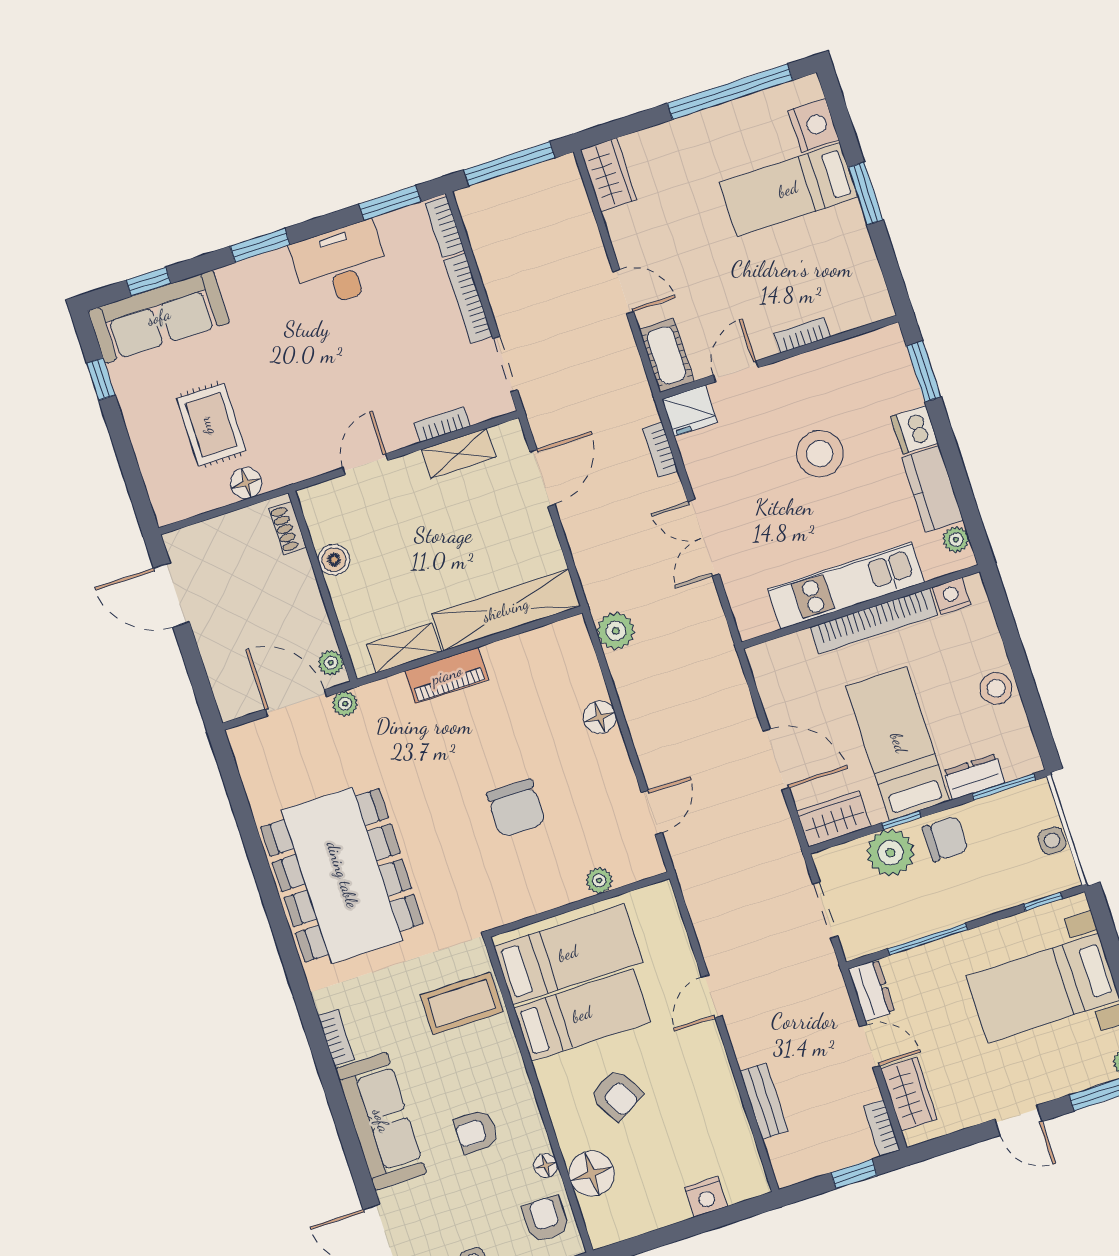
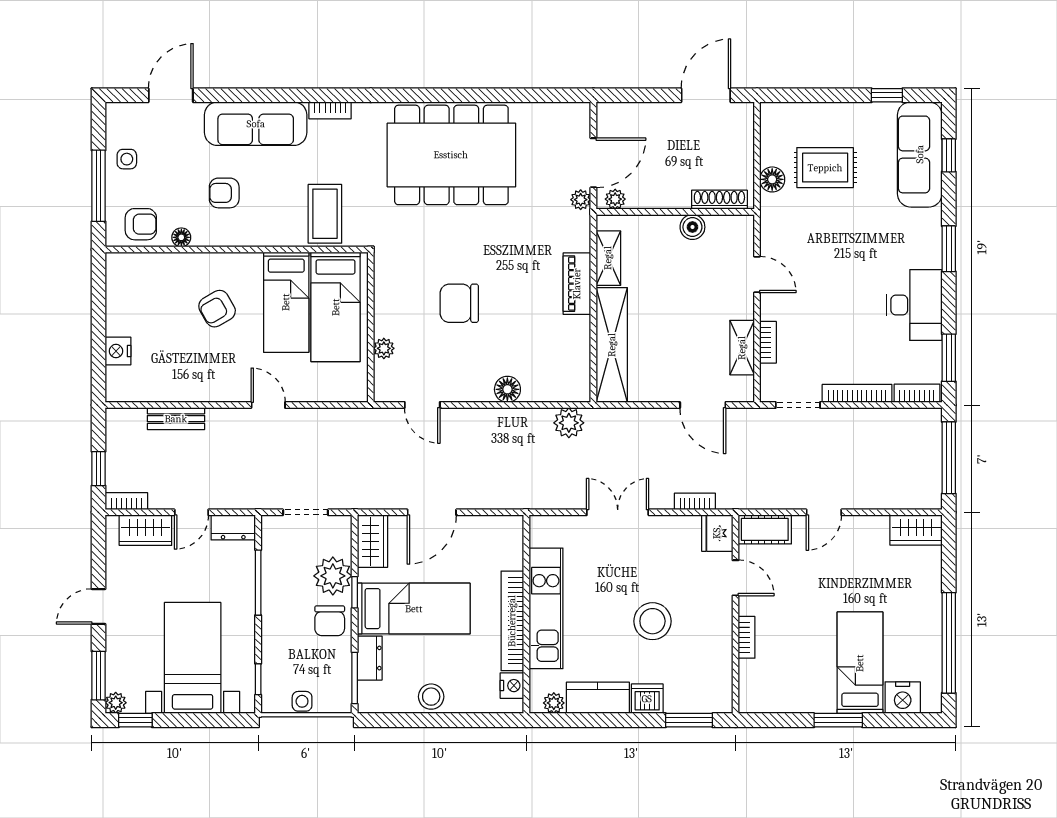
shoe rack: (288, 528) -> (719, 200), width x1.43
armchair: (476, 1132) -> (224, 193), turned -90
floor lamp: (592, 1174) -> (164, 270), removed

